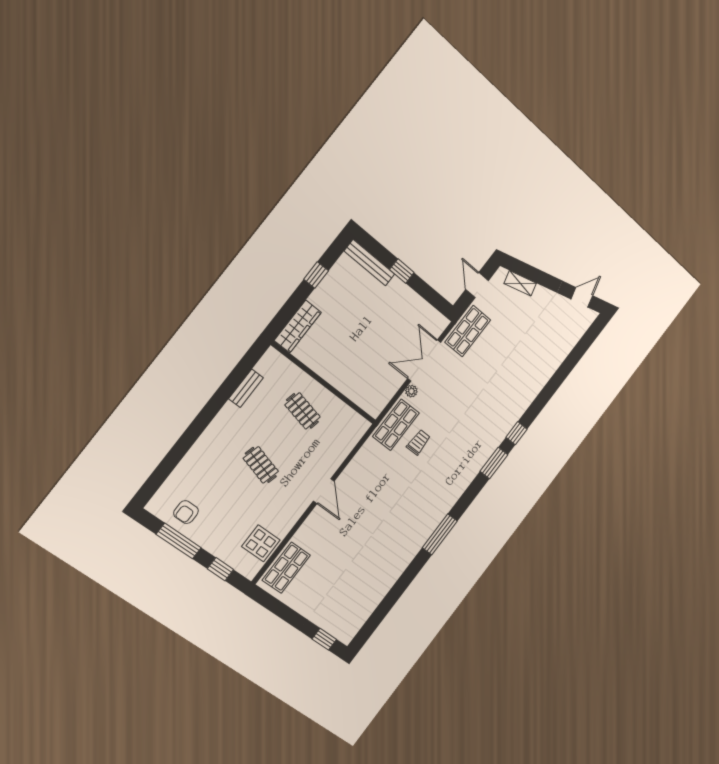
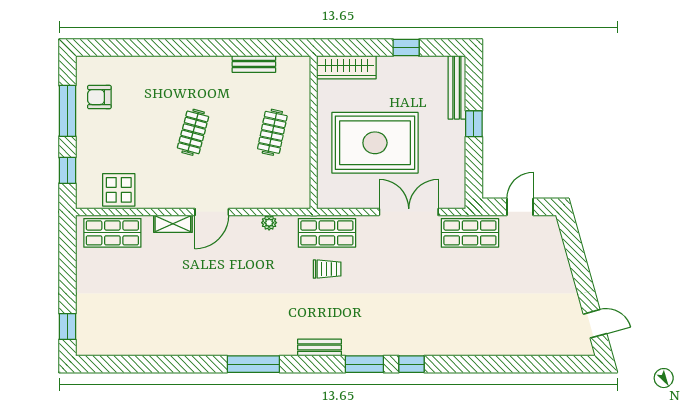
shelving: (520, 283) -> (173, 224), moved, turned -74
rug: (363, 347) -> (375, 143), added
plant: (411, 391) -> (269, 223), moved
bench: (462, 484) -> (319, 348), added

